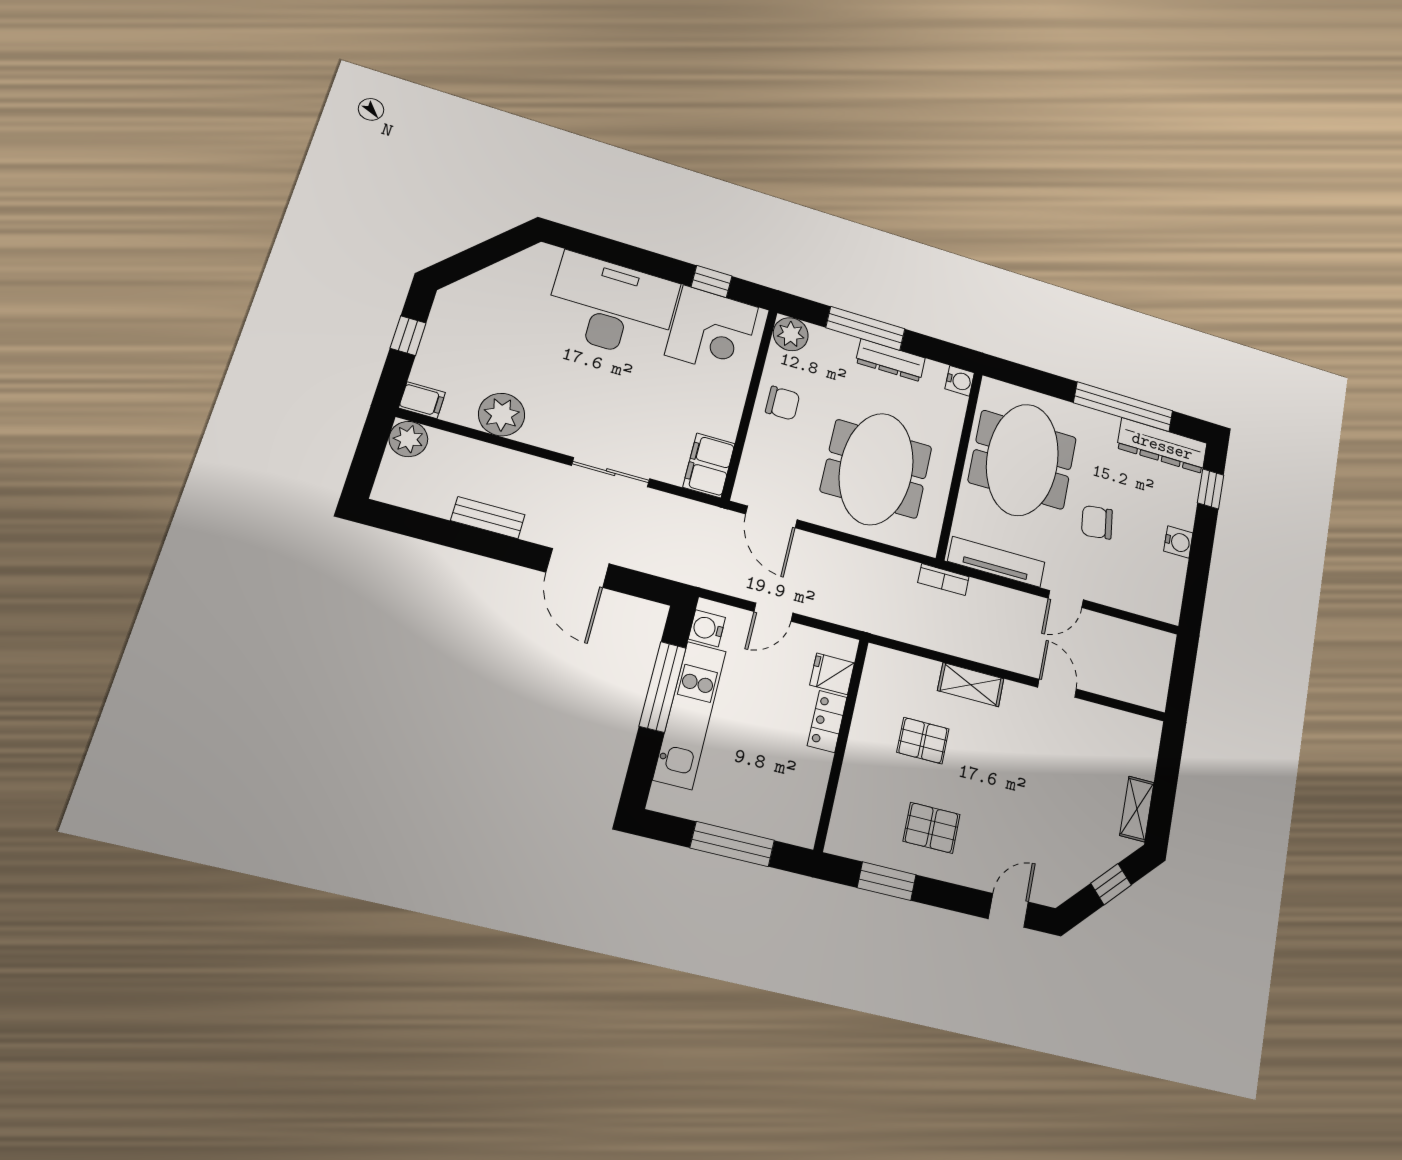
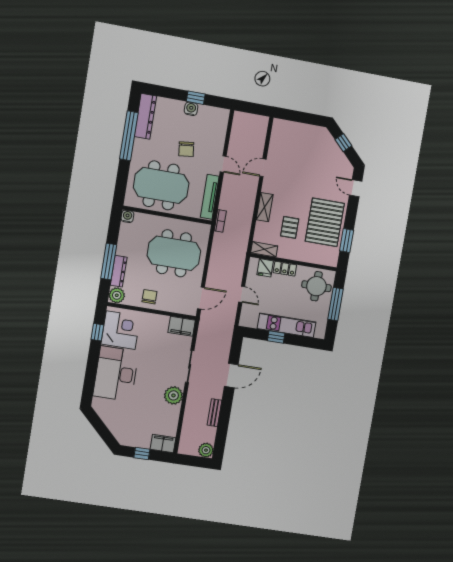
dresser: (890, 360) -> (119, 271), moved
filing cabinet: (422, 400) -> (163, 443), width x2.00
plant: (502, 415) -> (173, 395), moved
plant: (408, 439) -> (206, 450), moved
window: (1211, 489) -> (196, 98), moved
water cooler: (707, 628) -> (251, 321), removed
window: (663, 687) -> (276, 337), width x0.46
round table: (780, 798) -> (316, 286), added
shelving: (1137, 809) -> (264, 249), moved
pallet: (932, 828) -> (325, 222), width x2.05, depth x2.00

